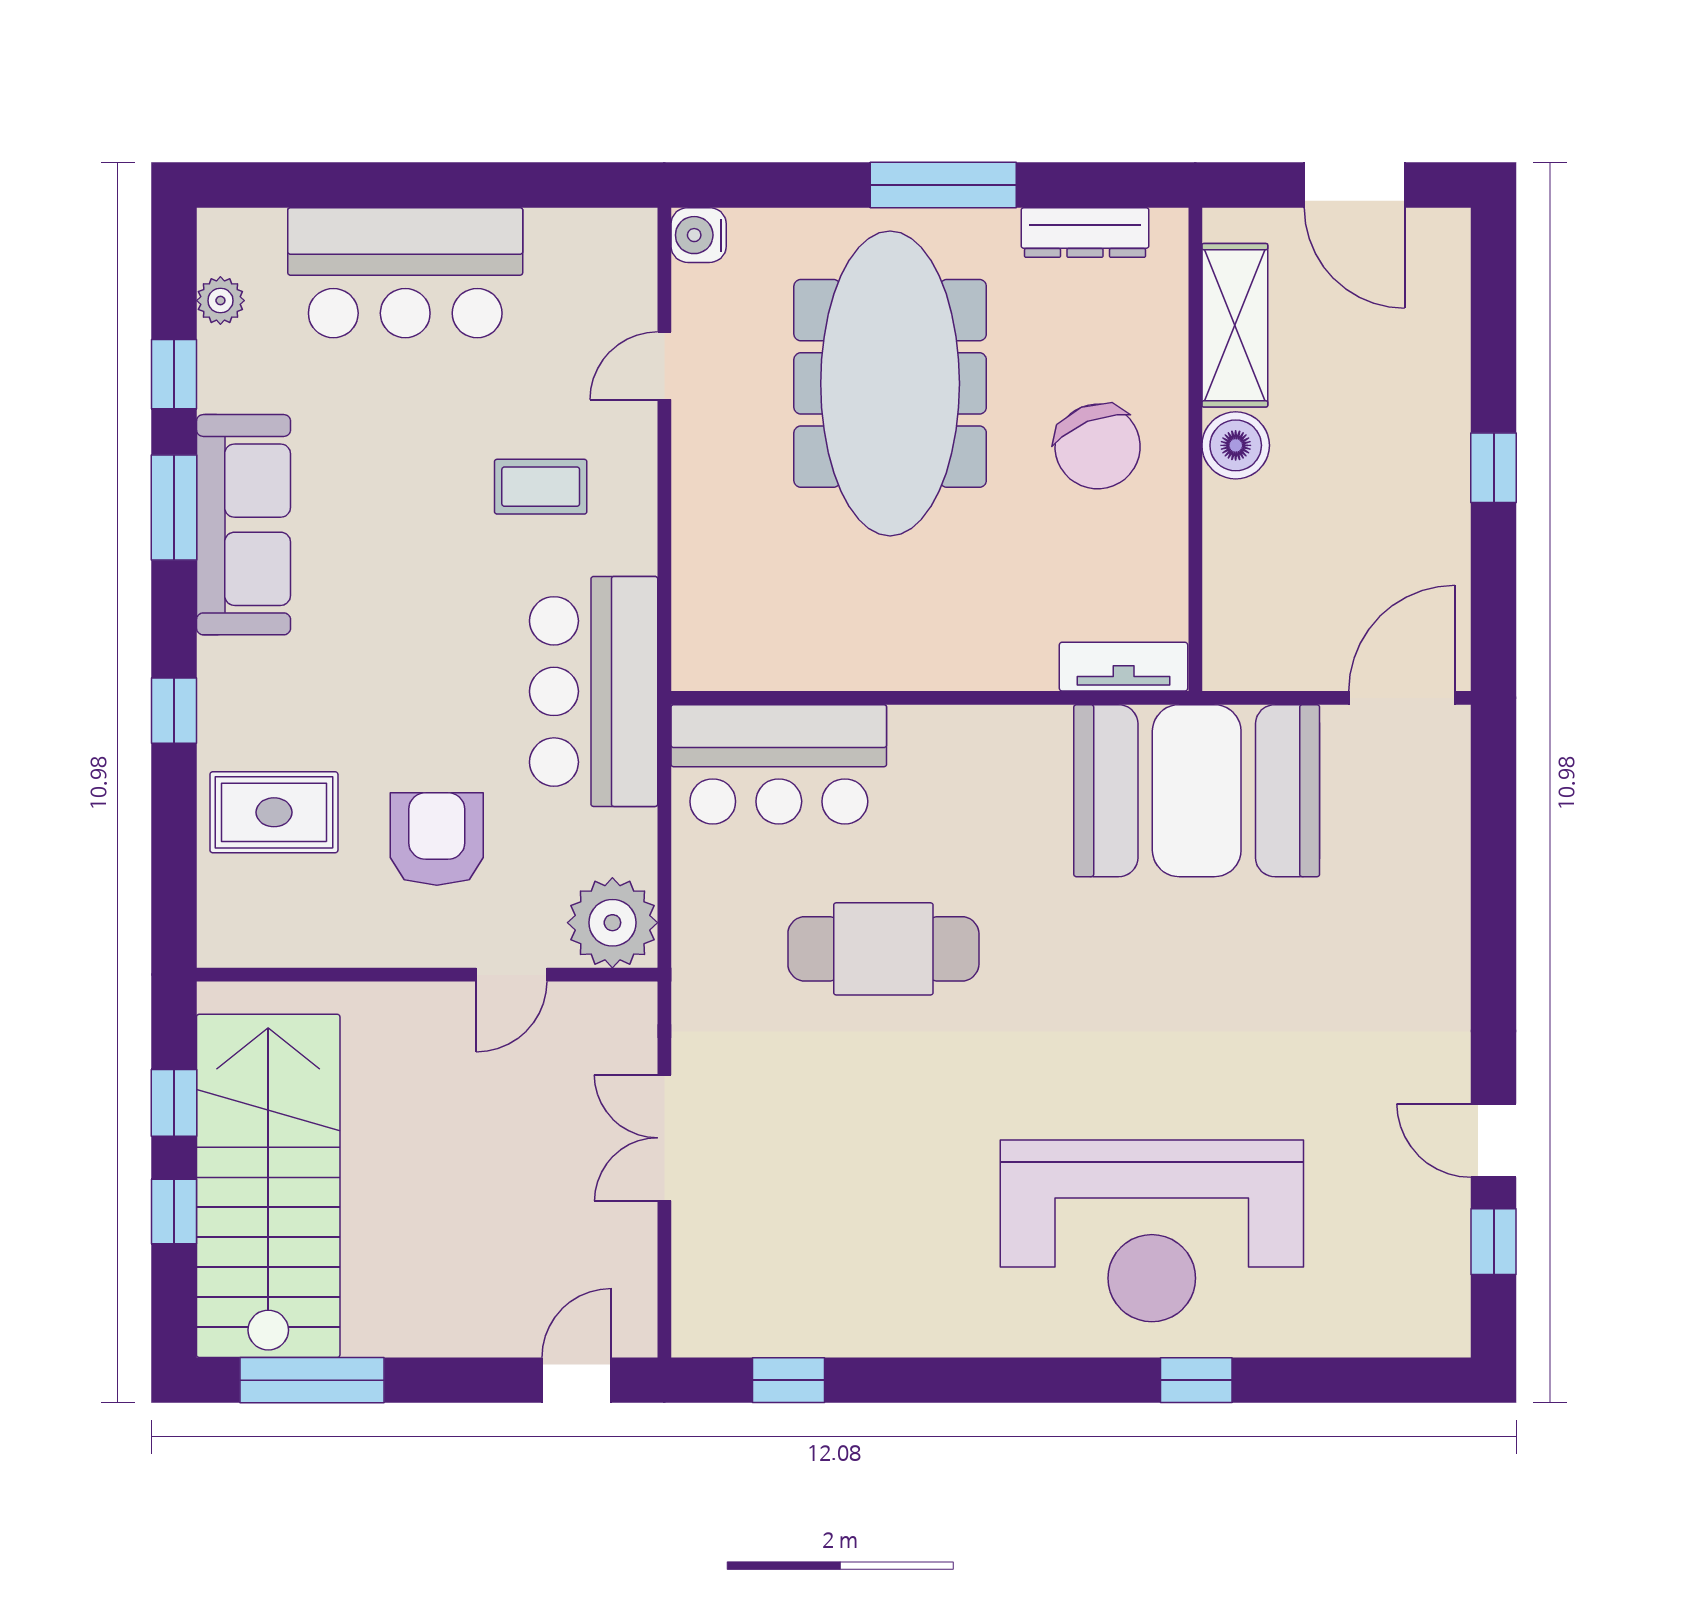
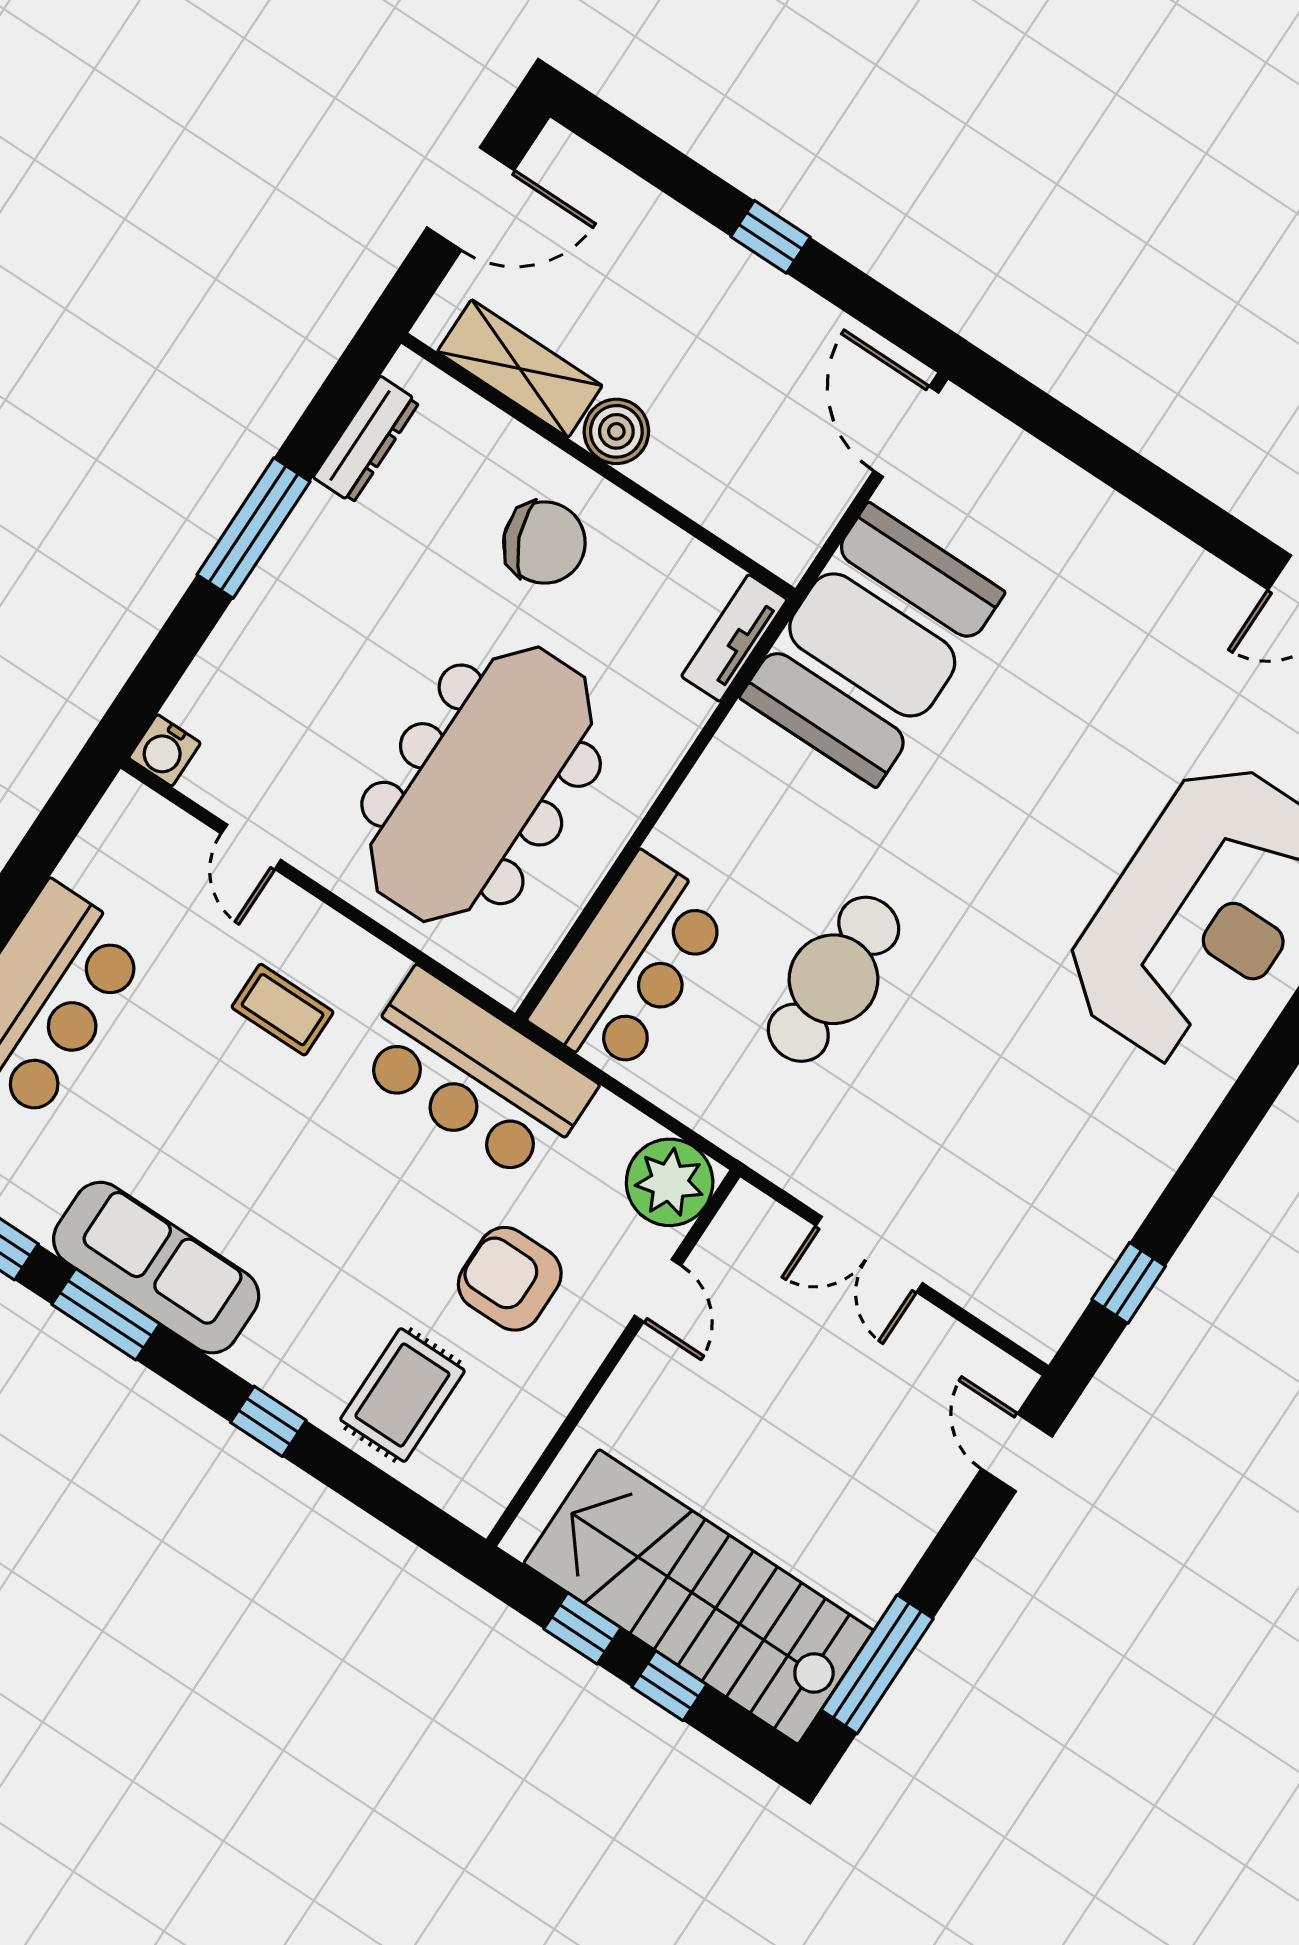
meeting table: (890, 383) -> (481, 784), moved, turned 90
coffee table: (541, 487) -> (283, 1010), turned 90

